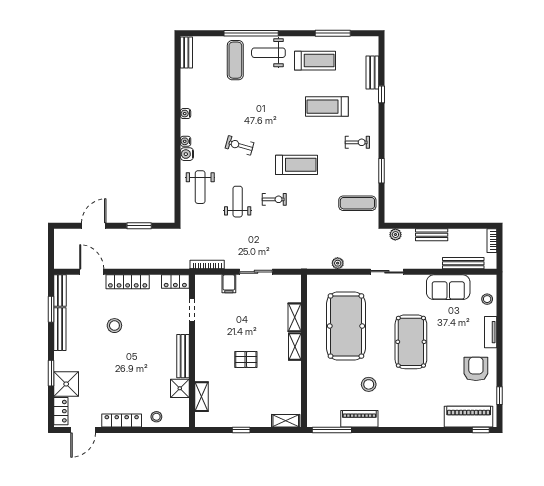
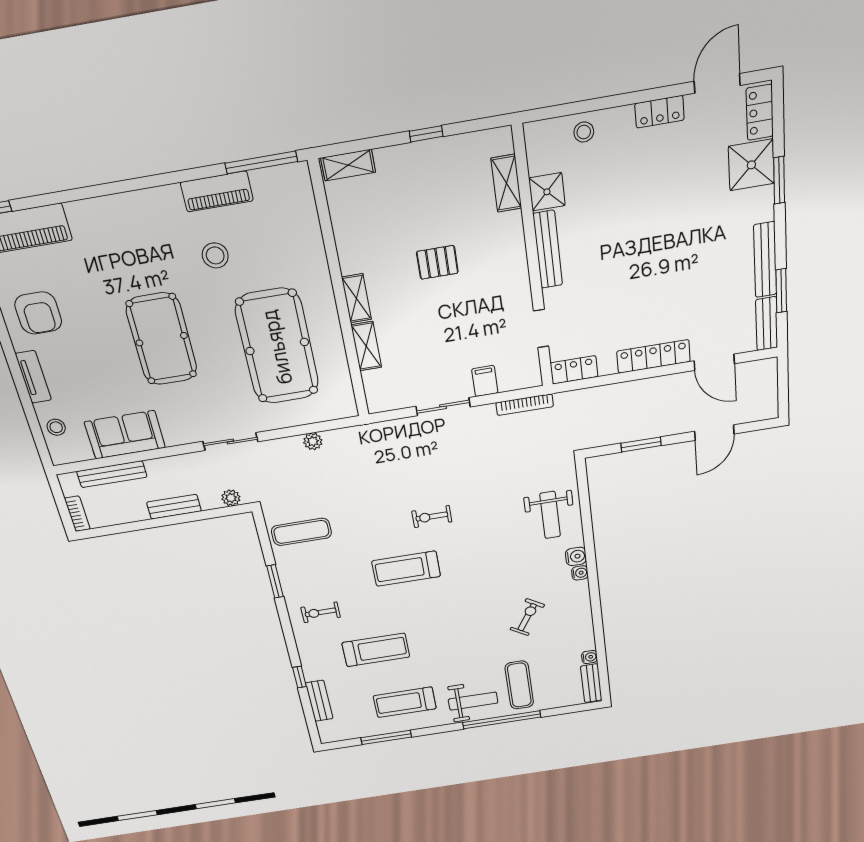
water cooler: (185, 114) -> (590, 657), moved
exercise bike: (240, 145) -> (527, 617), moved, turned -74
weight bench: (200, 187) -> (550, 515), turned 180
weight bench: (238, 202) -> (489, 504), removed
stool: (114, 326) -> (671, 282), removed
locker: (122, 420) -> (659, 112), width x0.66

